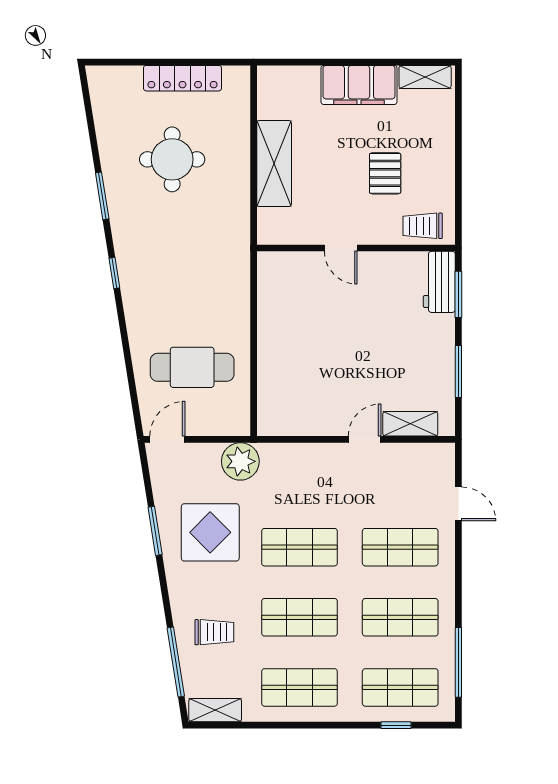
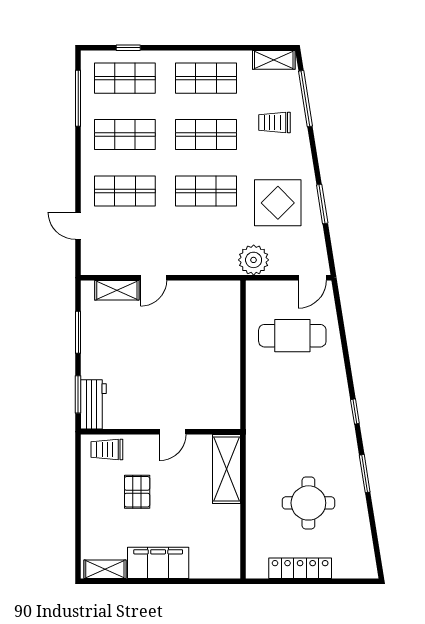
shelving: (274, 164) -> (226, 469), moved
trolley: (423, 226) -> (107, 449), turned 180
door: (341, 248) -> (173, 432), swing flipped

